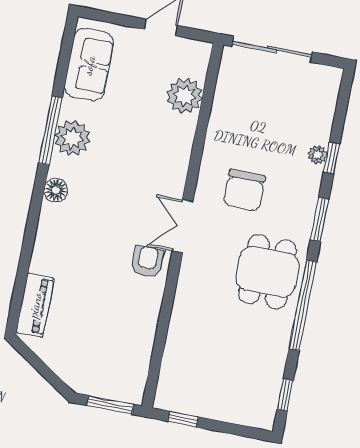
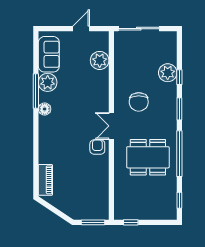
plant: (72, 138) -> (48, 82), moved
plant: (318, 155) -> (168, 73), width x1.88, depth x1.88
floor lamp: (56, 190) -> (45, 109), moved
dining table: (267, 272) -> (148, 157), moved, width x1.38

